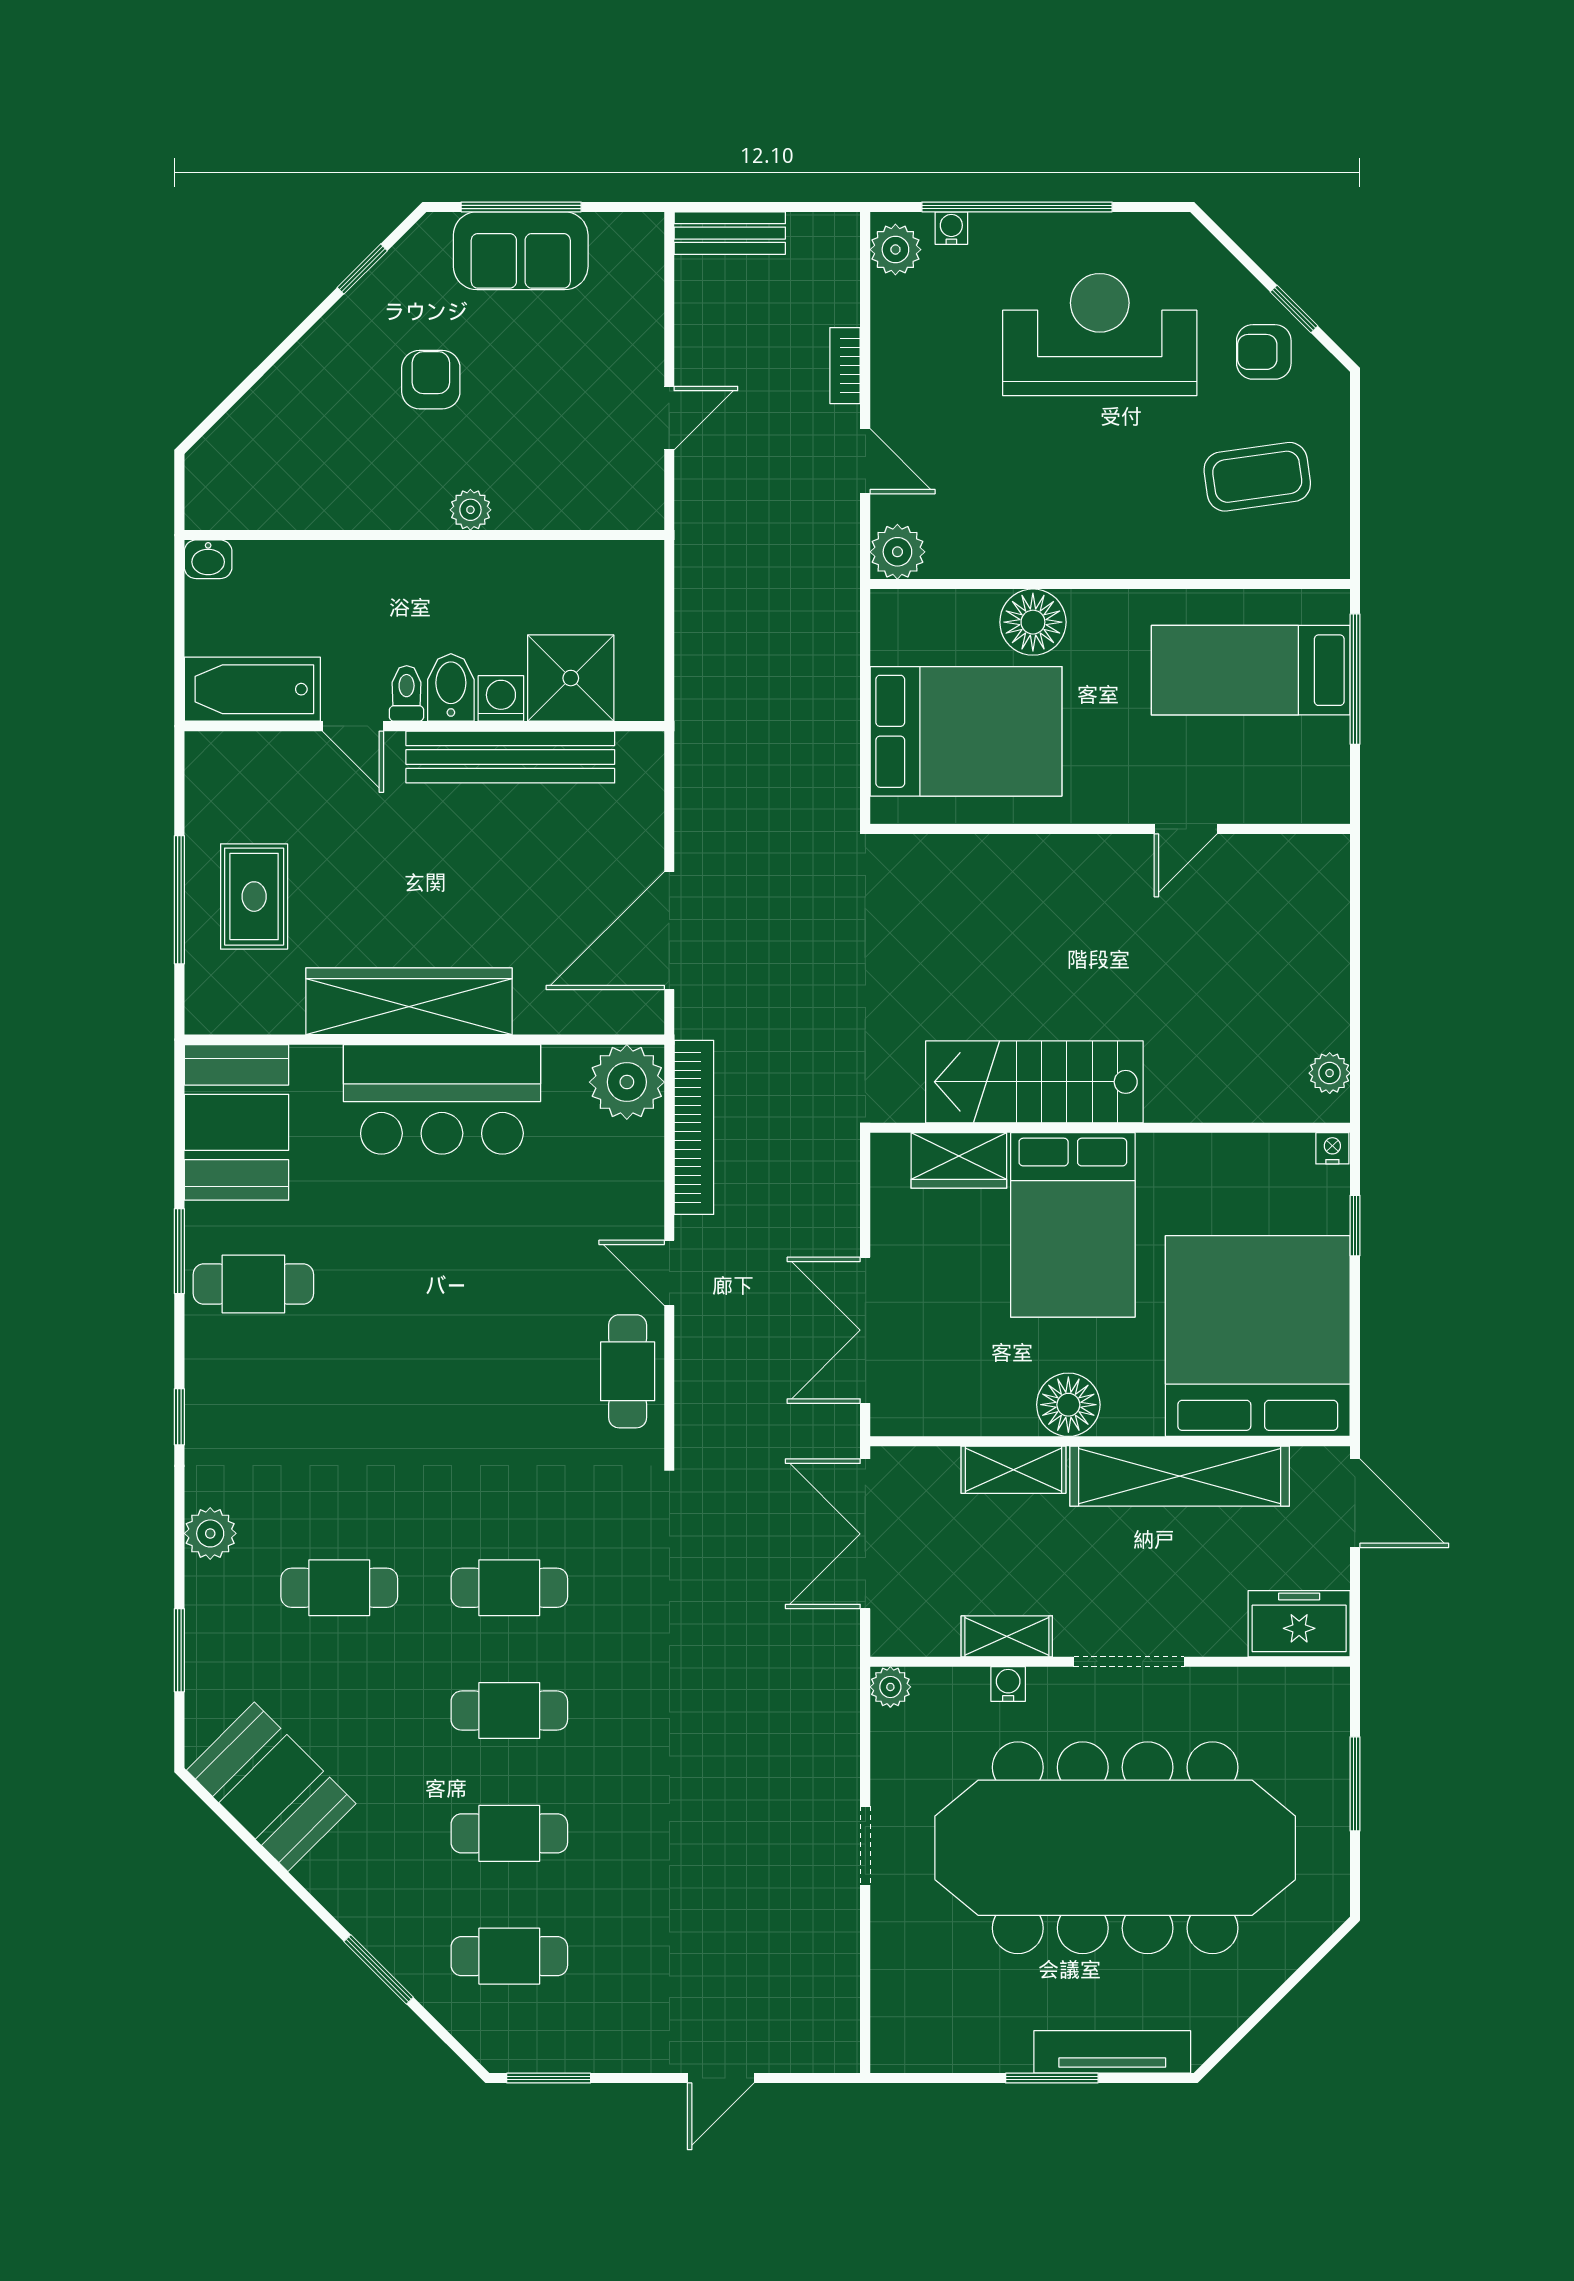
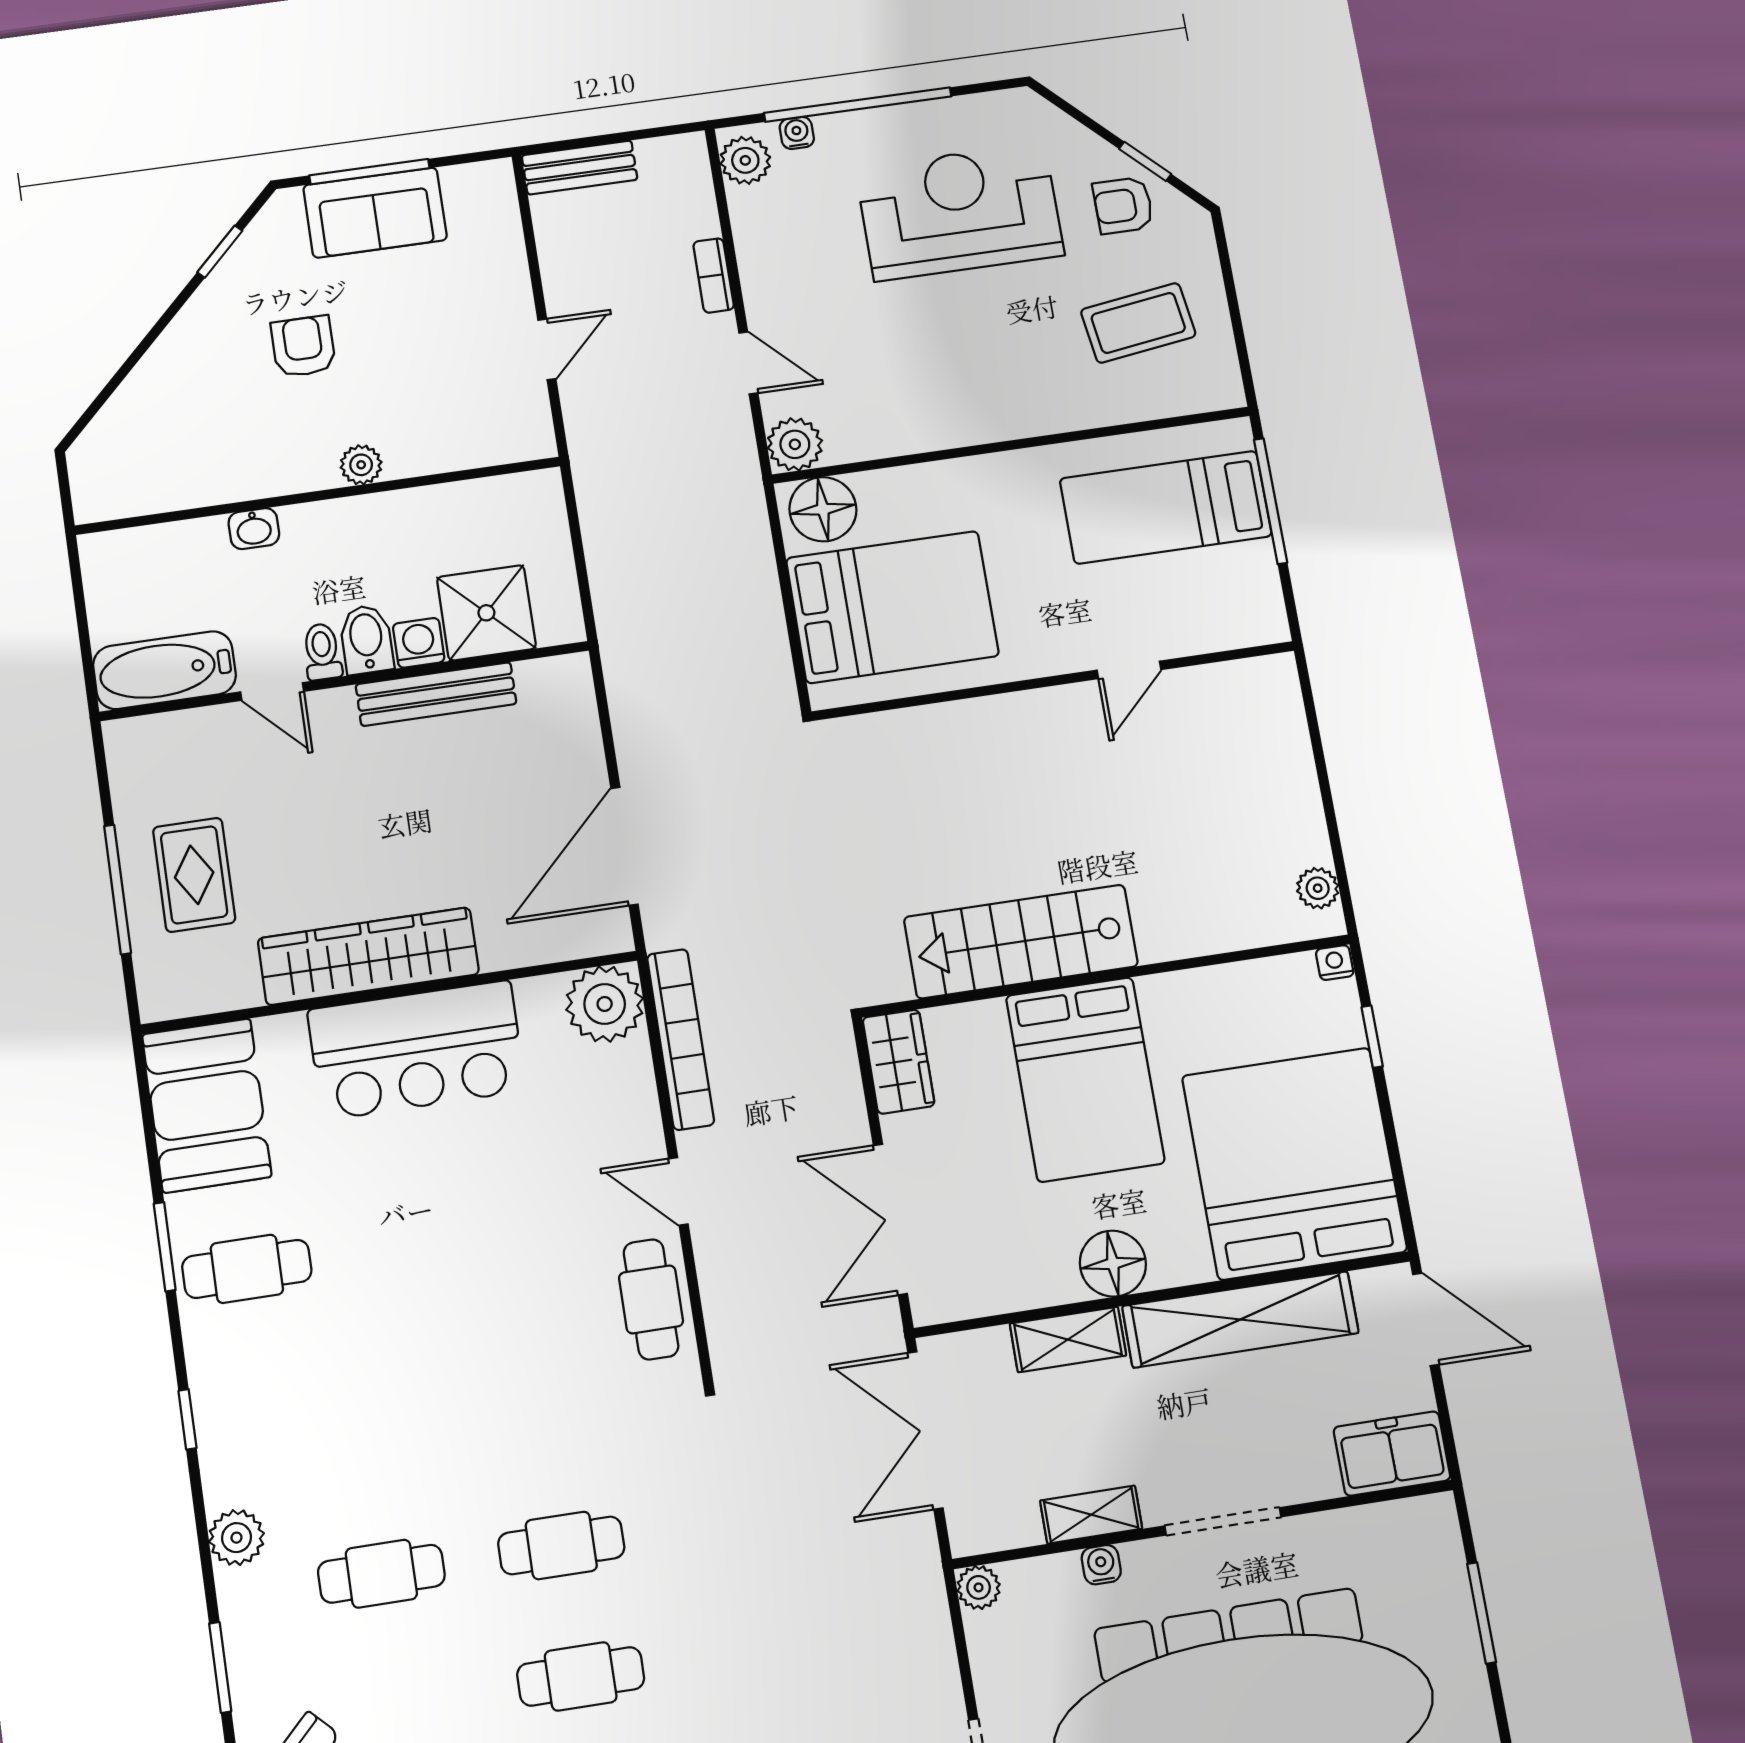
washbasin: (208, 559) -> (254, 529), moved
floor lamp: (1033, 622) -> (823, 509), moved
bench: (510, 757) -> (436, 694), width x0.73, depth x0.82
wardrobe: (959, 1160) -> (899, 1062), moved, turned -90

